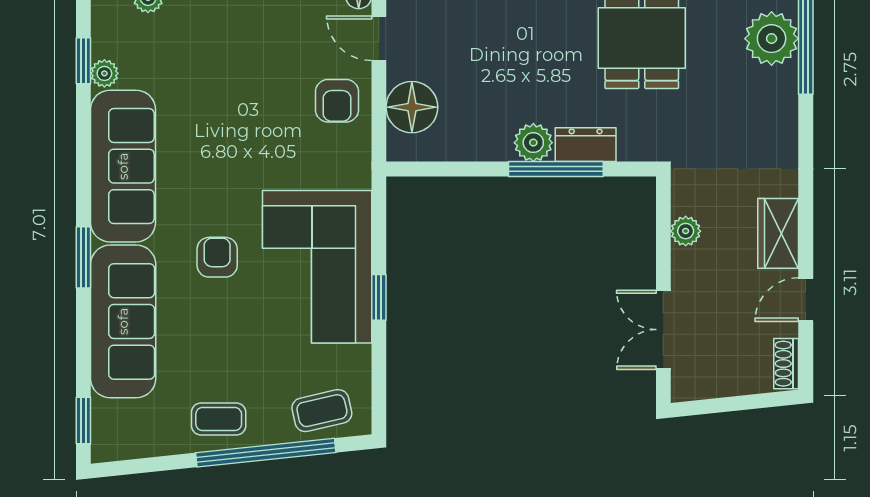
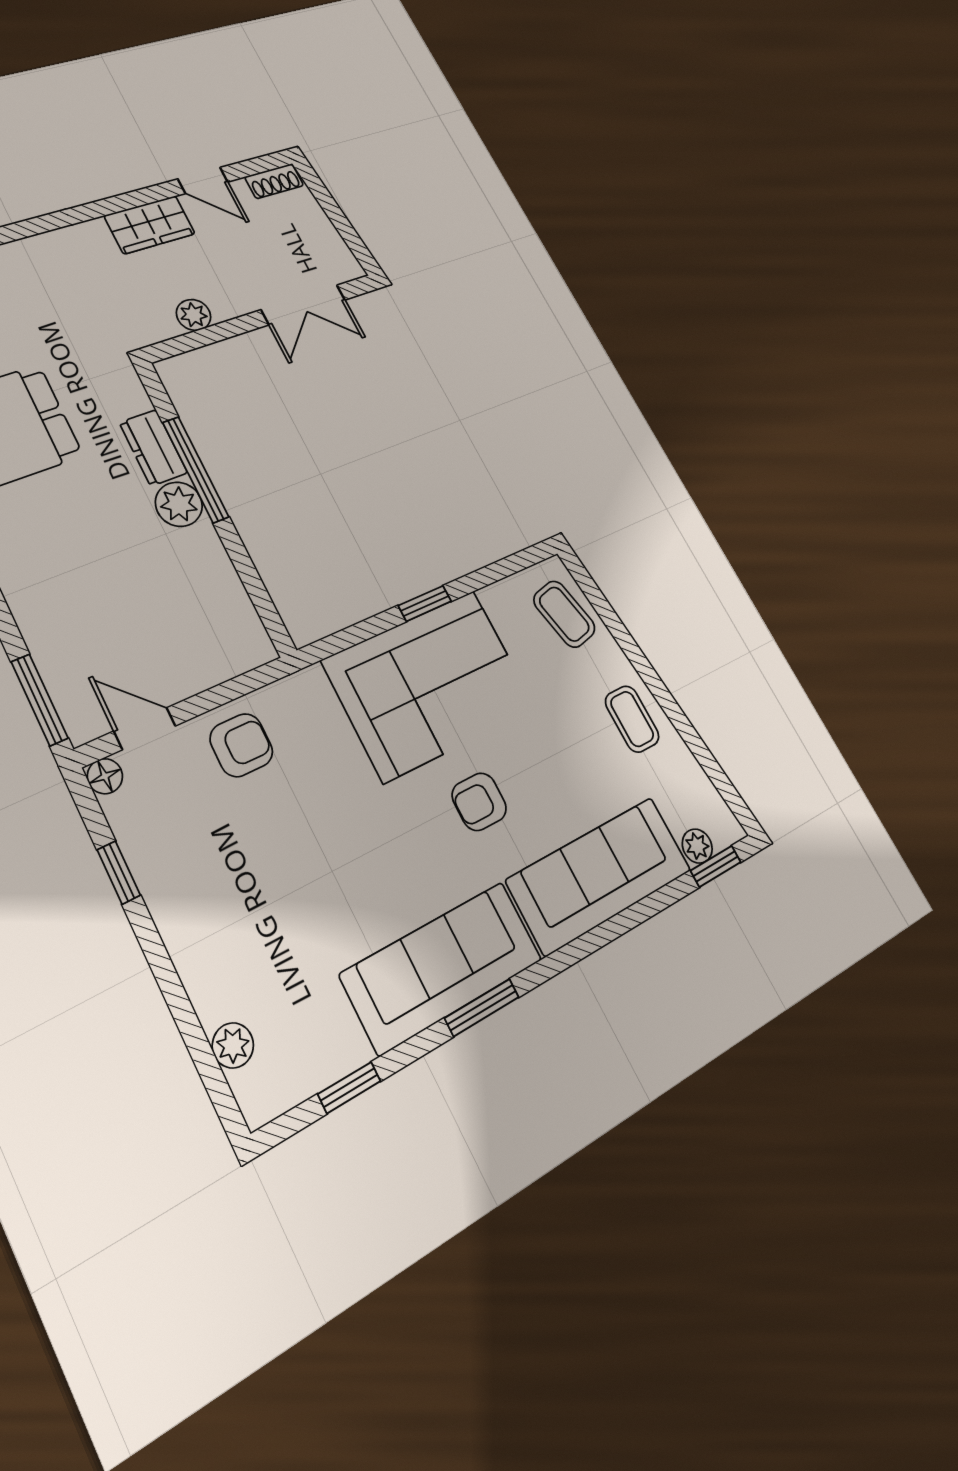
door: (379, 38) -> (145, 728), swing flipped
plant: (104, 73) -> (697, 846), moved
floor lamp: (412, 107) -> (206, 655), removed
window: (83, 257) -> (482, 1008), moved
window: (266, 453) -> (634, 654), removed

